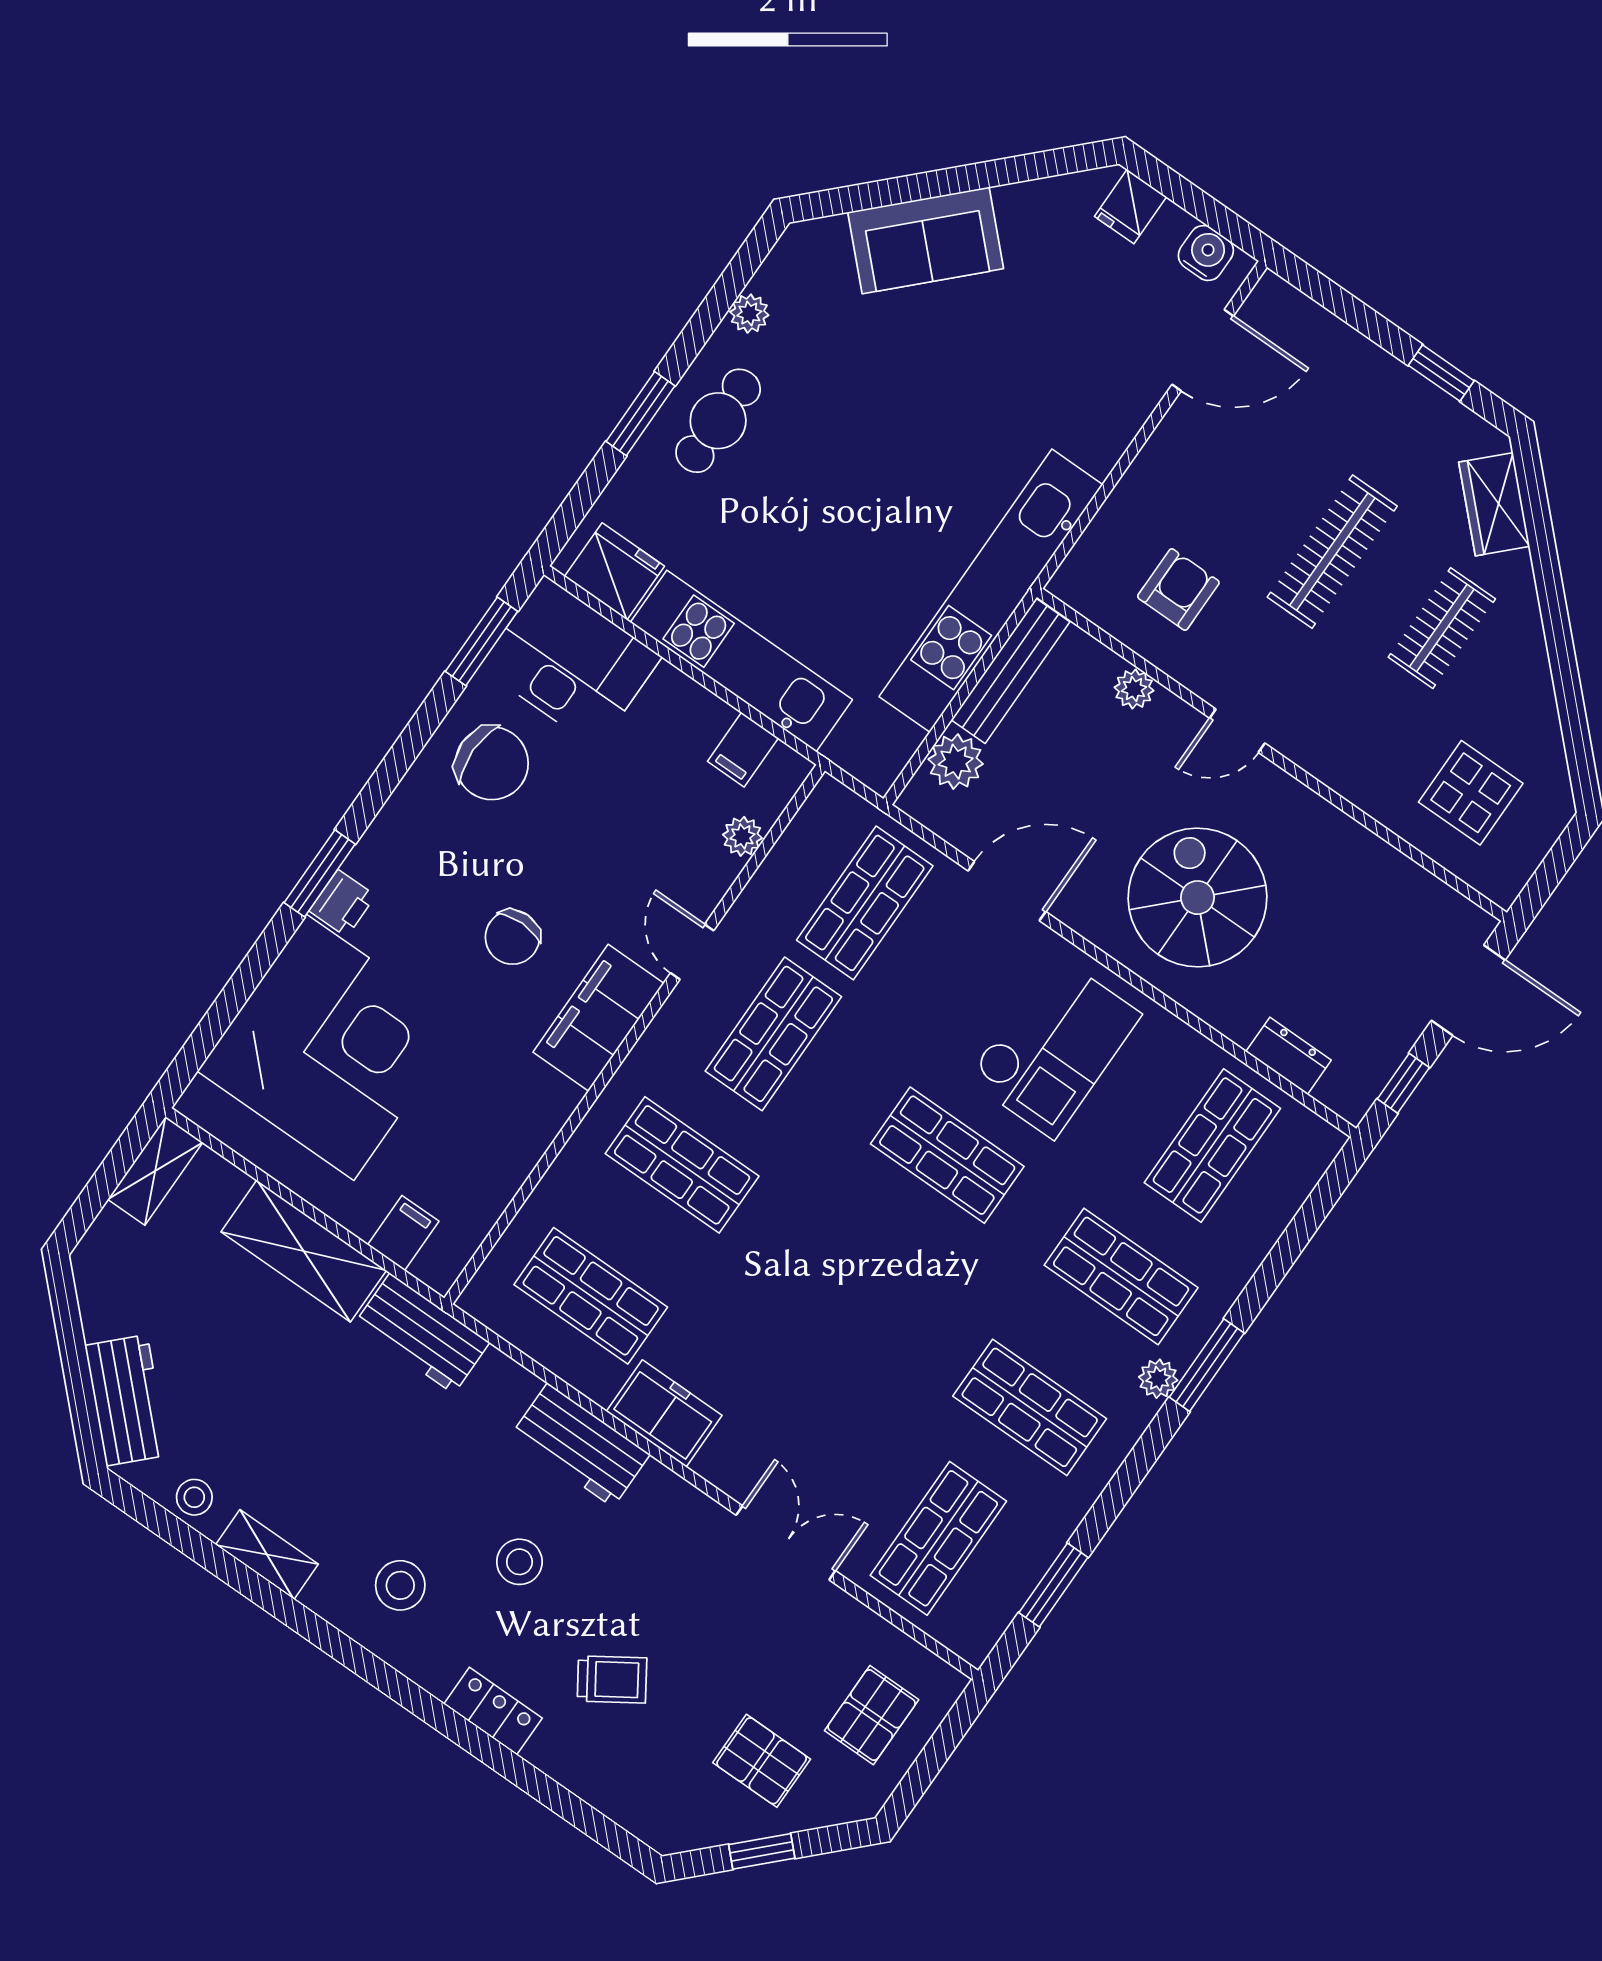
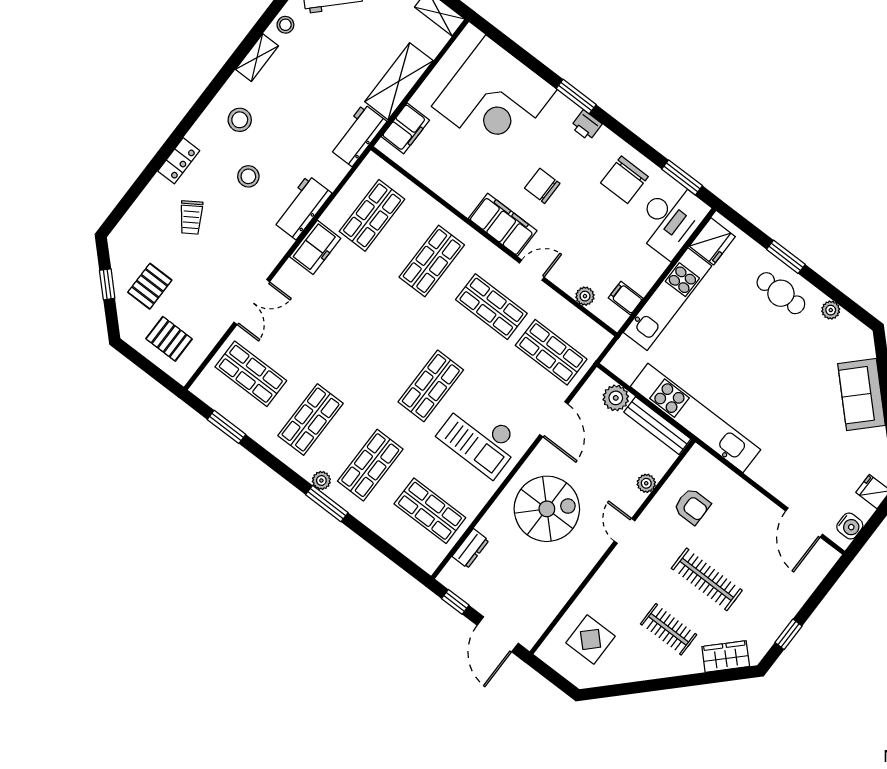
printer: (342, 903) -> (586, 125), moved
filing cabinet: (403, 1233) -> (405, 128), width x2.00

